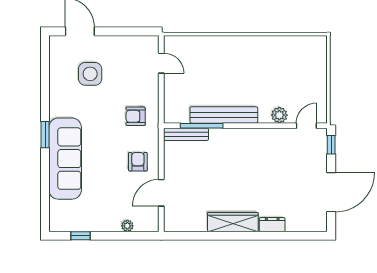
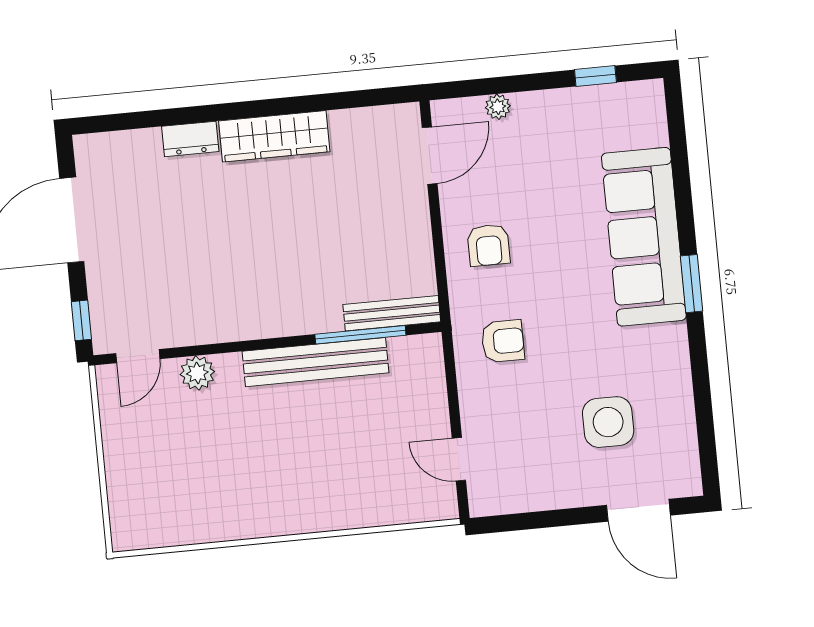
door: (161, 193) -> (430, 156), moved

